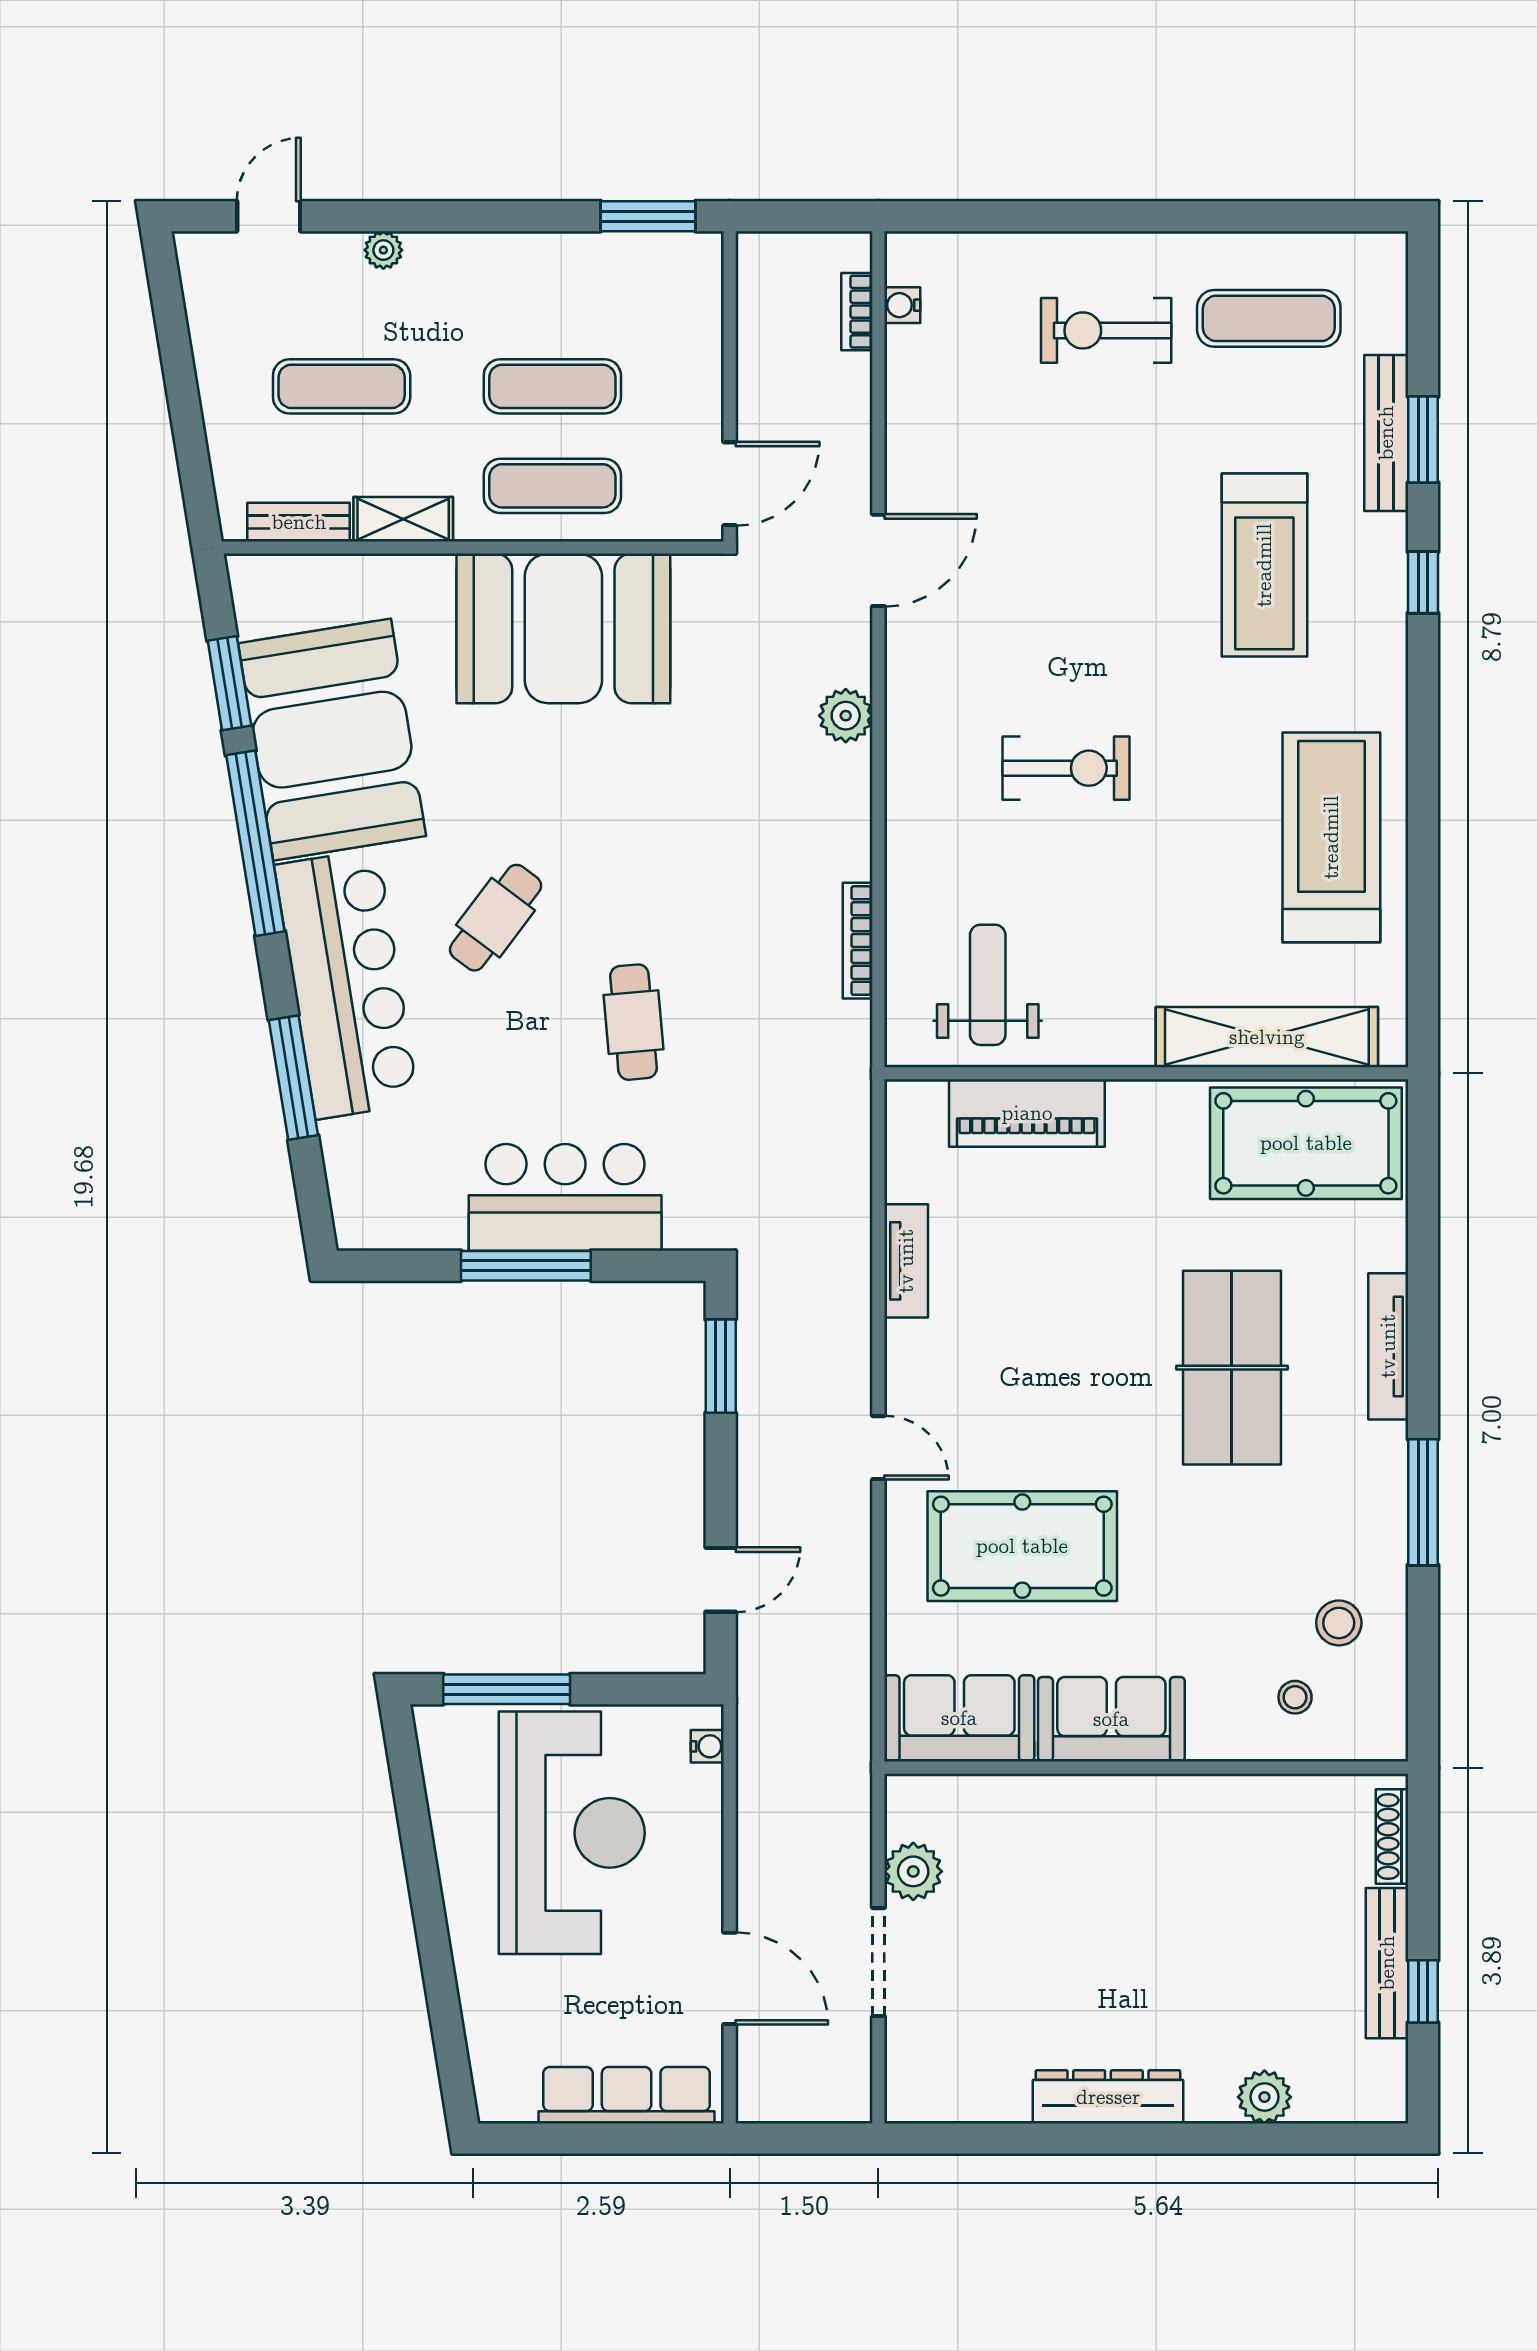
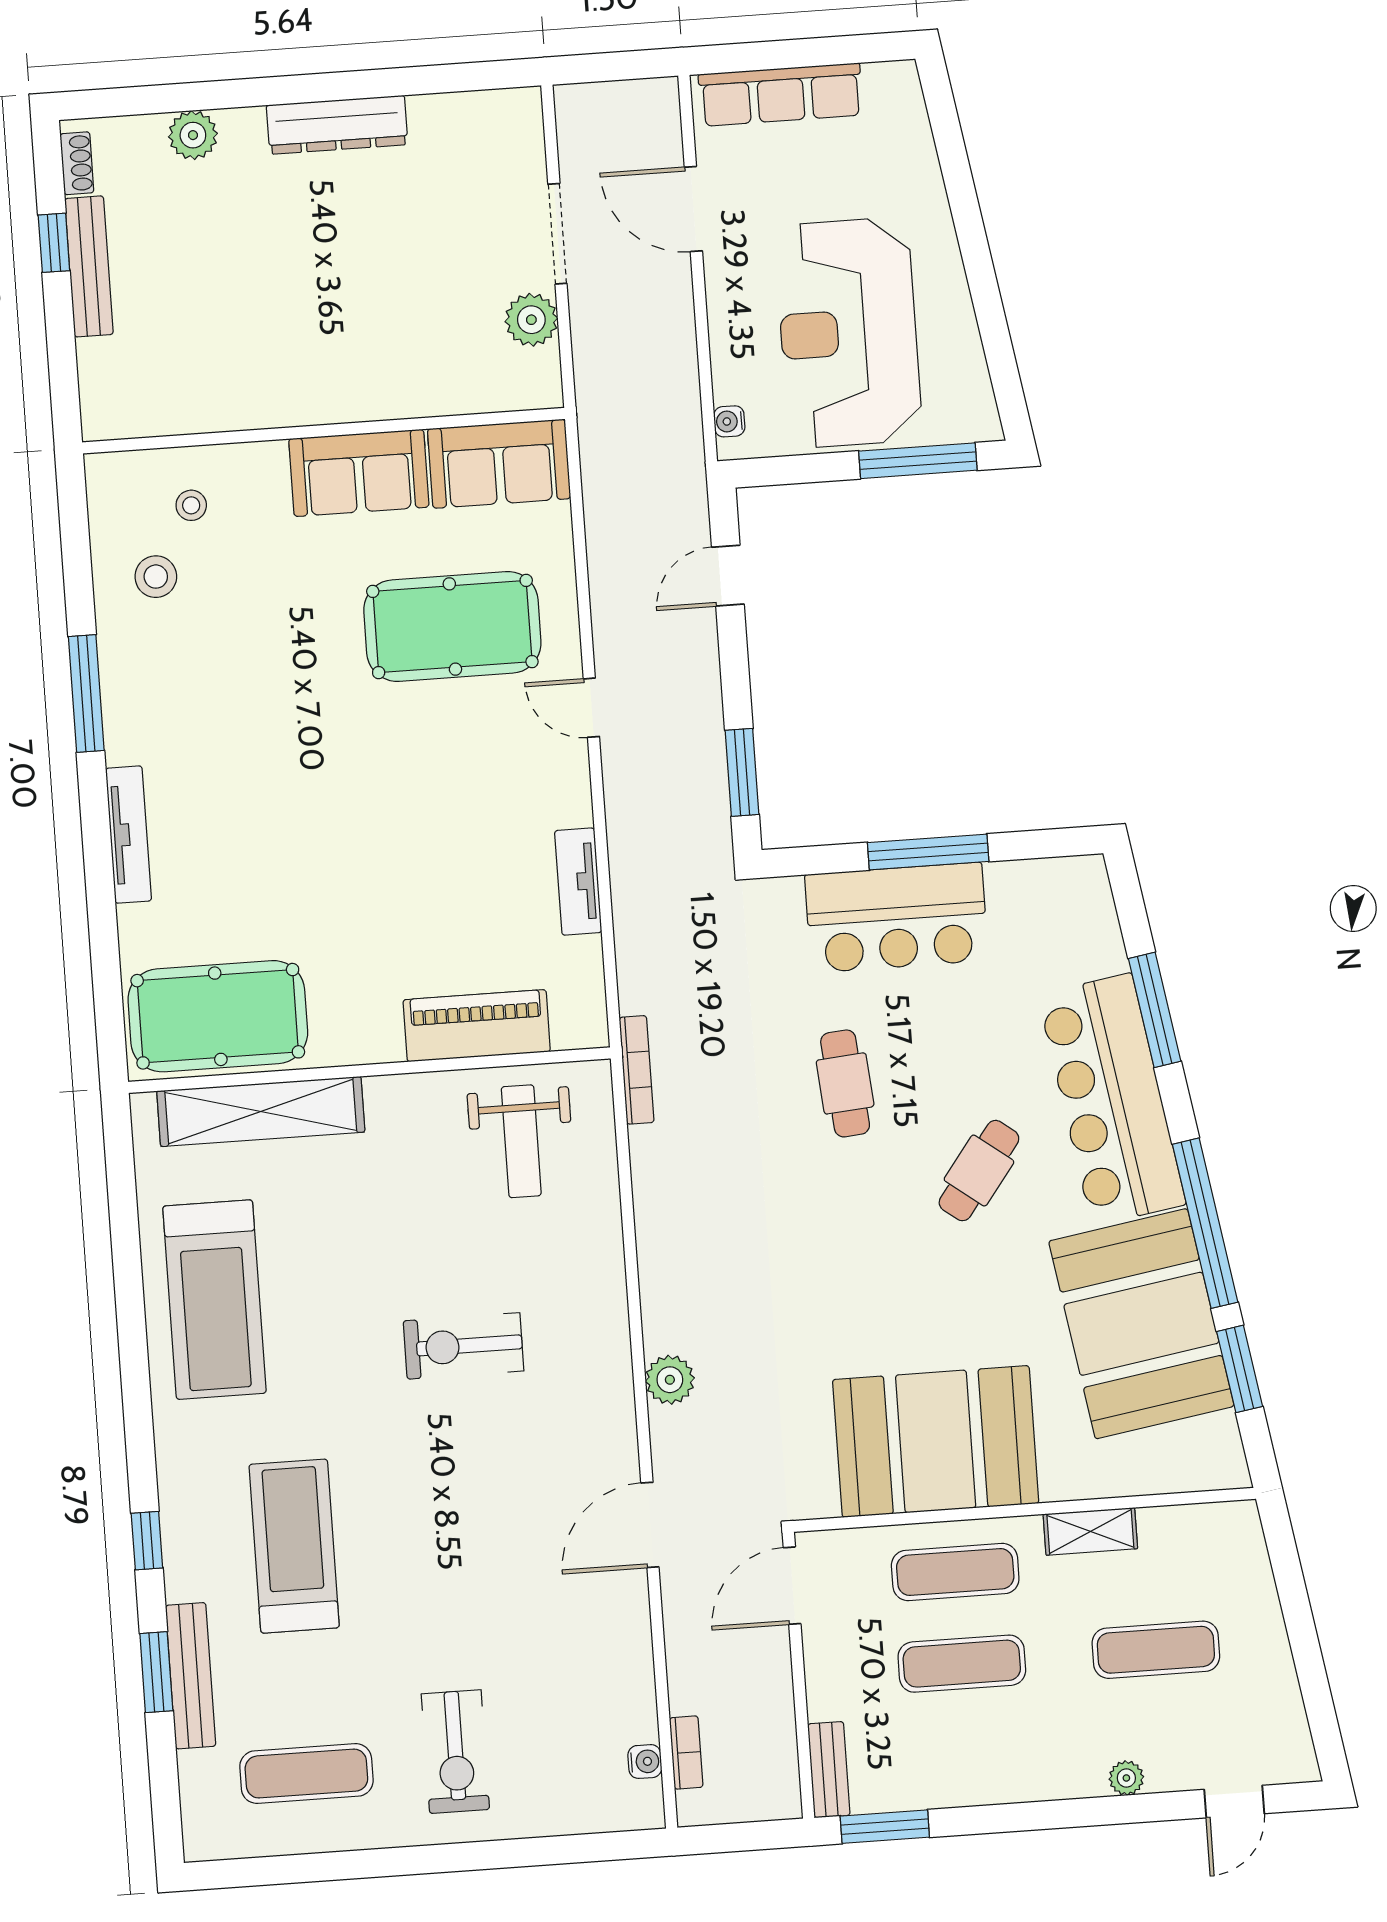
exercise bike: (1106, 330) -> (455, 1752), turned 90
bench: (299, 522) -> (829, 1770), moved, turned 90
bookcase: (858, 941) -> (637, 1070), moved
table tennis table: (1232, 1368) -> (271, 805), removed
shoe rack: (1392, 1836) -> (77, 163), moved, width x0.70

